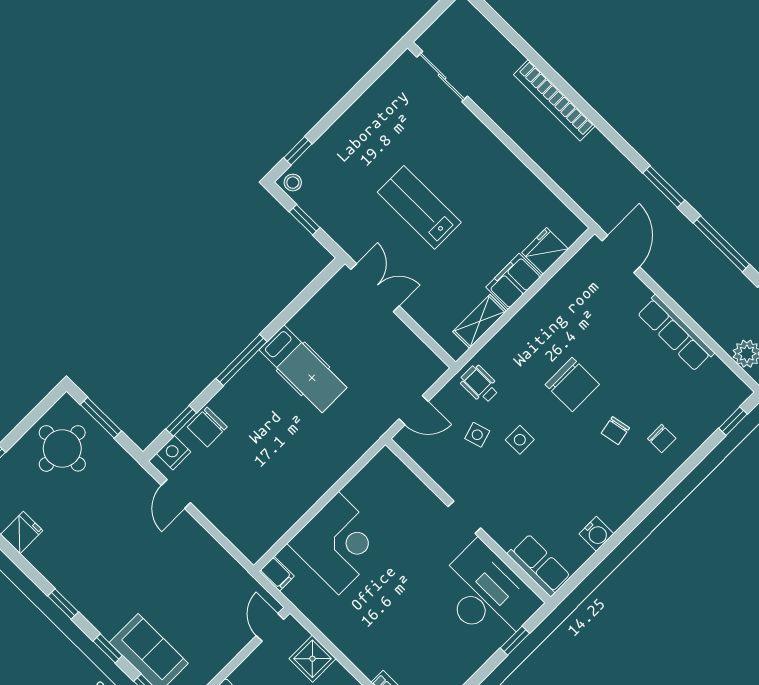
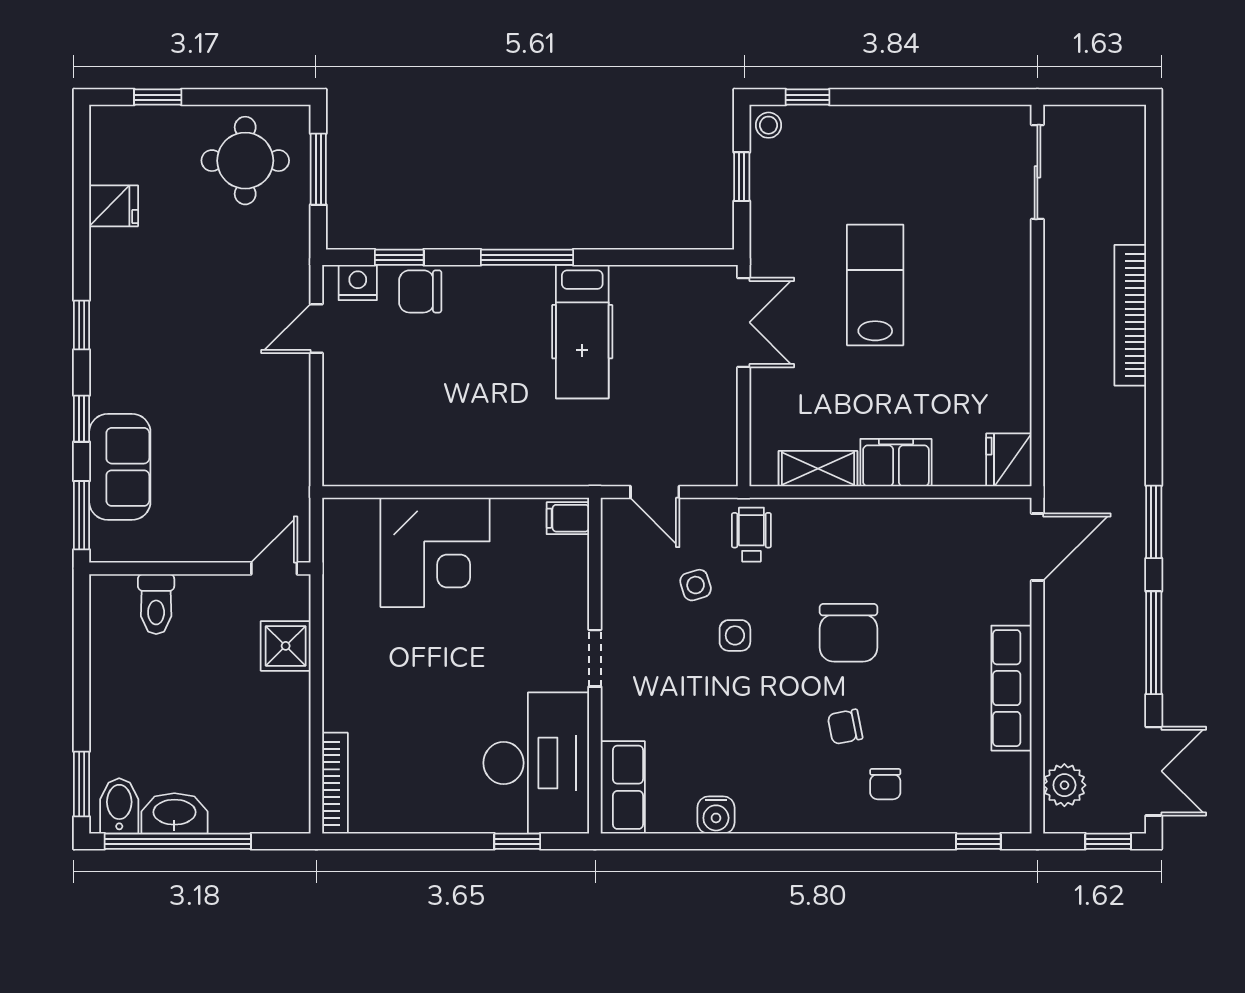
fridge: (545, 251) -> (1009, 460), moved, turned -90
filing cabinet: (277, 574) -> (568, 518), moved, turned 90

